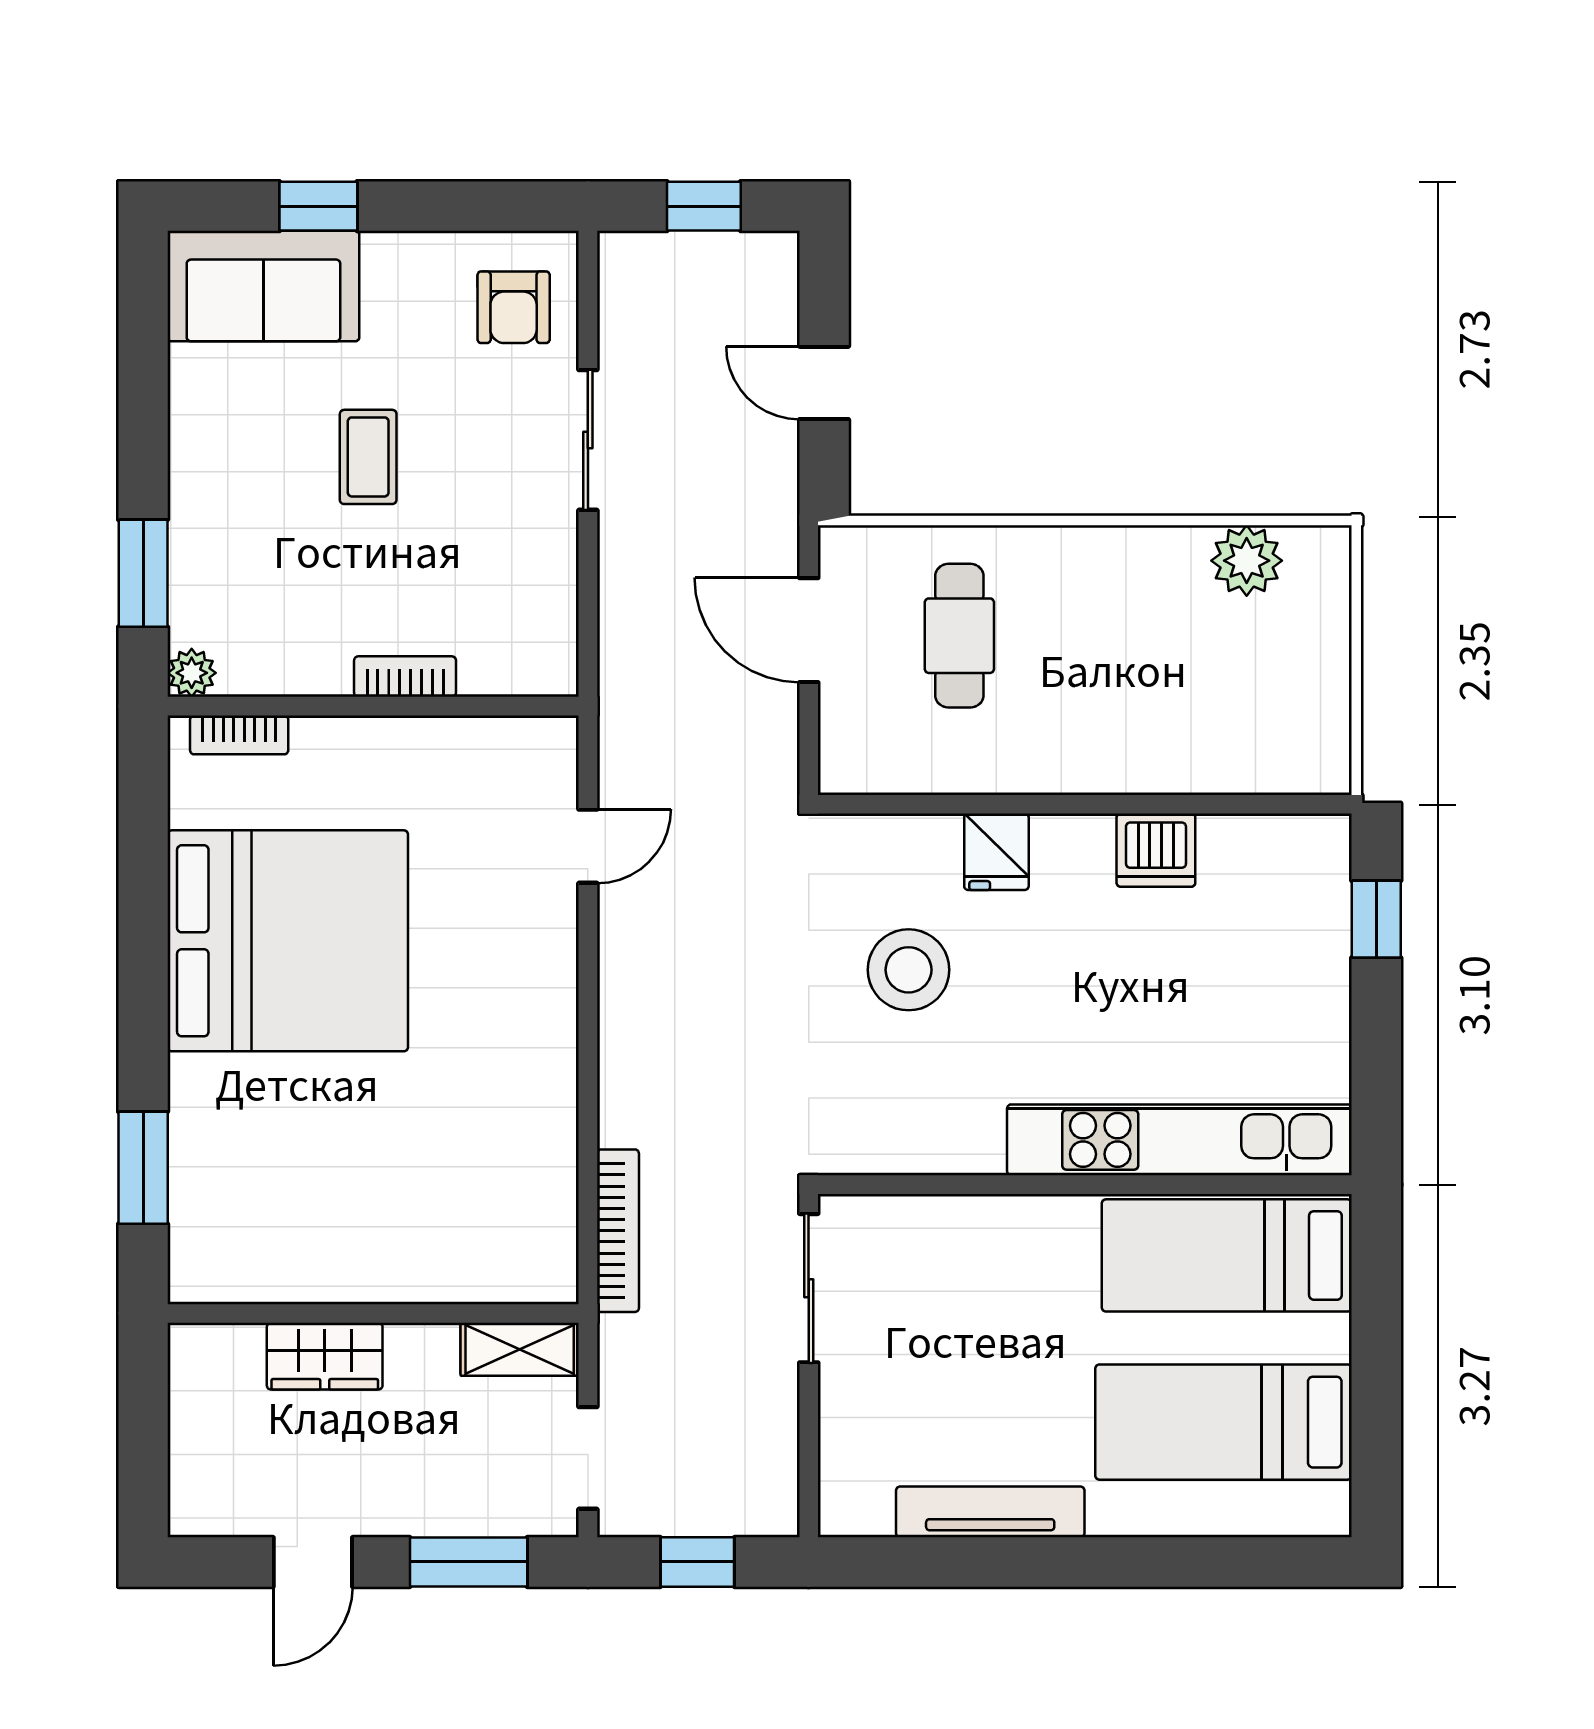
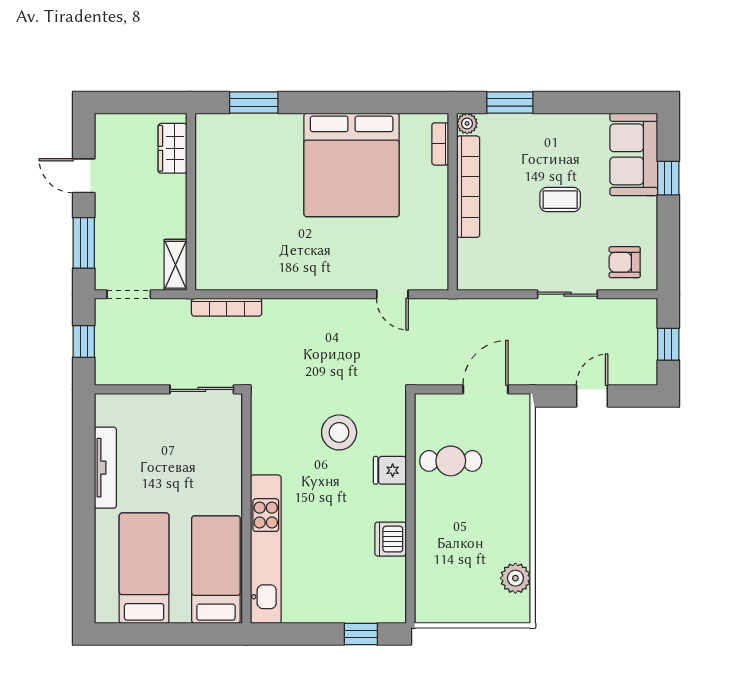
cafe table: (959, 636) -> (451, 461), moved
bookcase: (405, 677) -> (468, 187), width x2.31, depth x1.31
wardrobe: (325, 1356) -> (173, 148), moved

